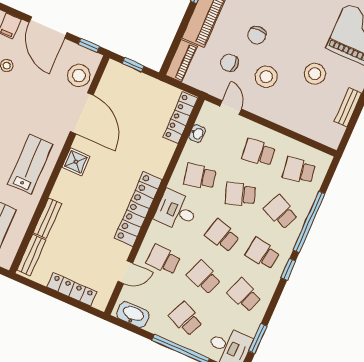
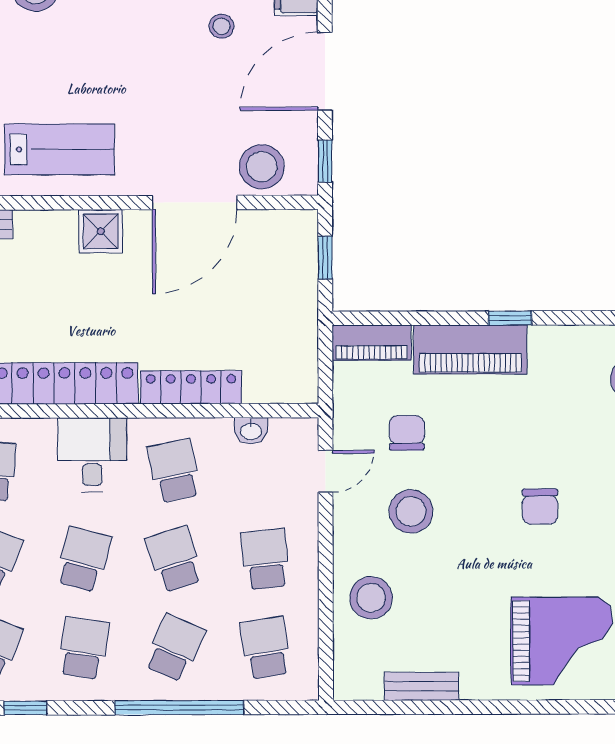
chair: (257, 35) -> (540, 507), moved, turned -90
stool: (315, 74) -> (371, 598), moved
locker: (180, 118) -> (191, 387), moved
window: (288, 269) -> (25, 708), moved

